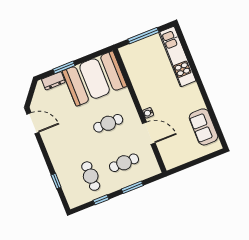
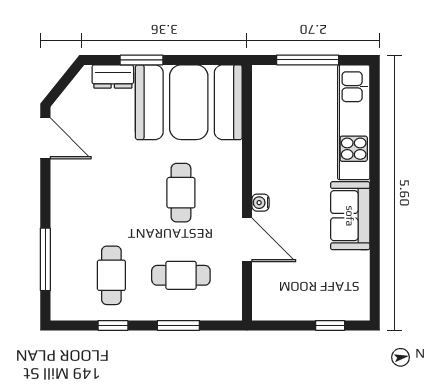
cafe table: (108, 123) -> (181, 193), turned 90
sofa: (204, 127) -> (350, 216), moved
window: (205, 158) -> (330, 325), added
window: (56, 181) -> (45, 259), width x2.17

